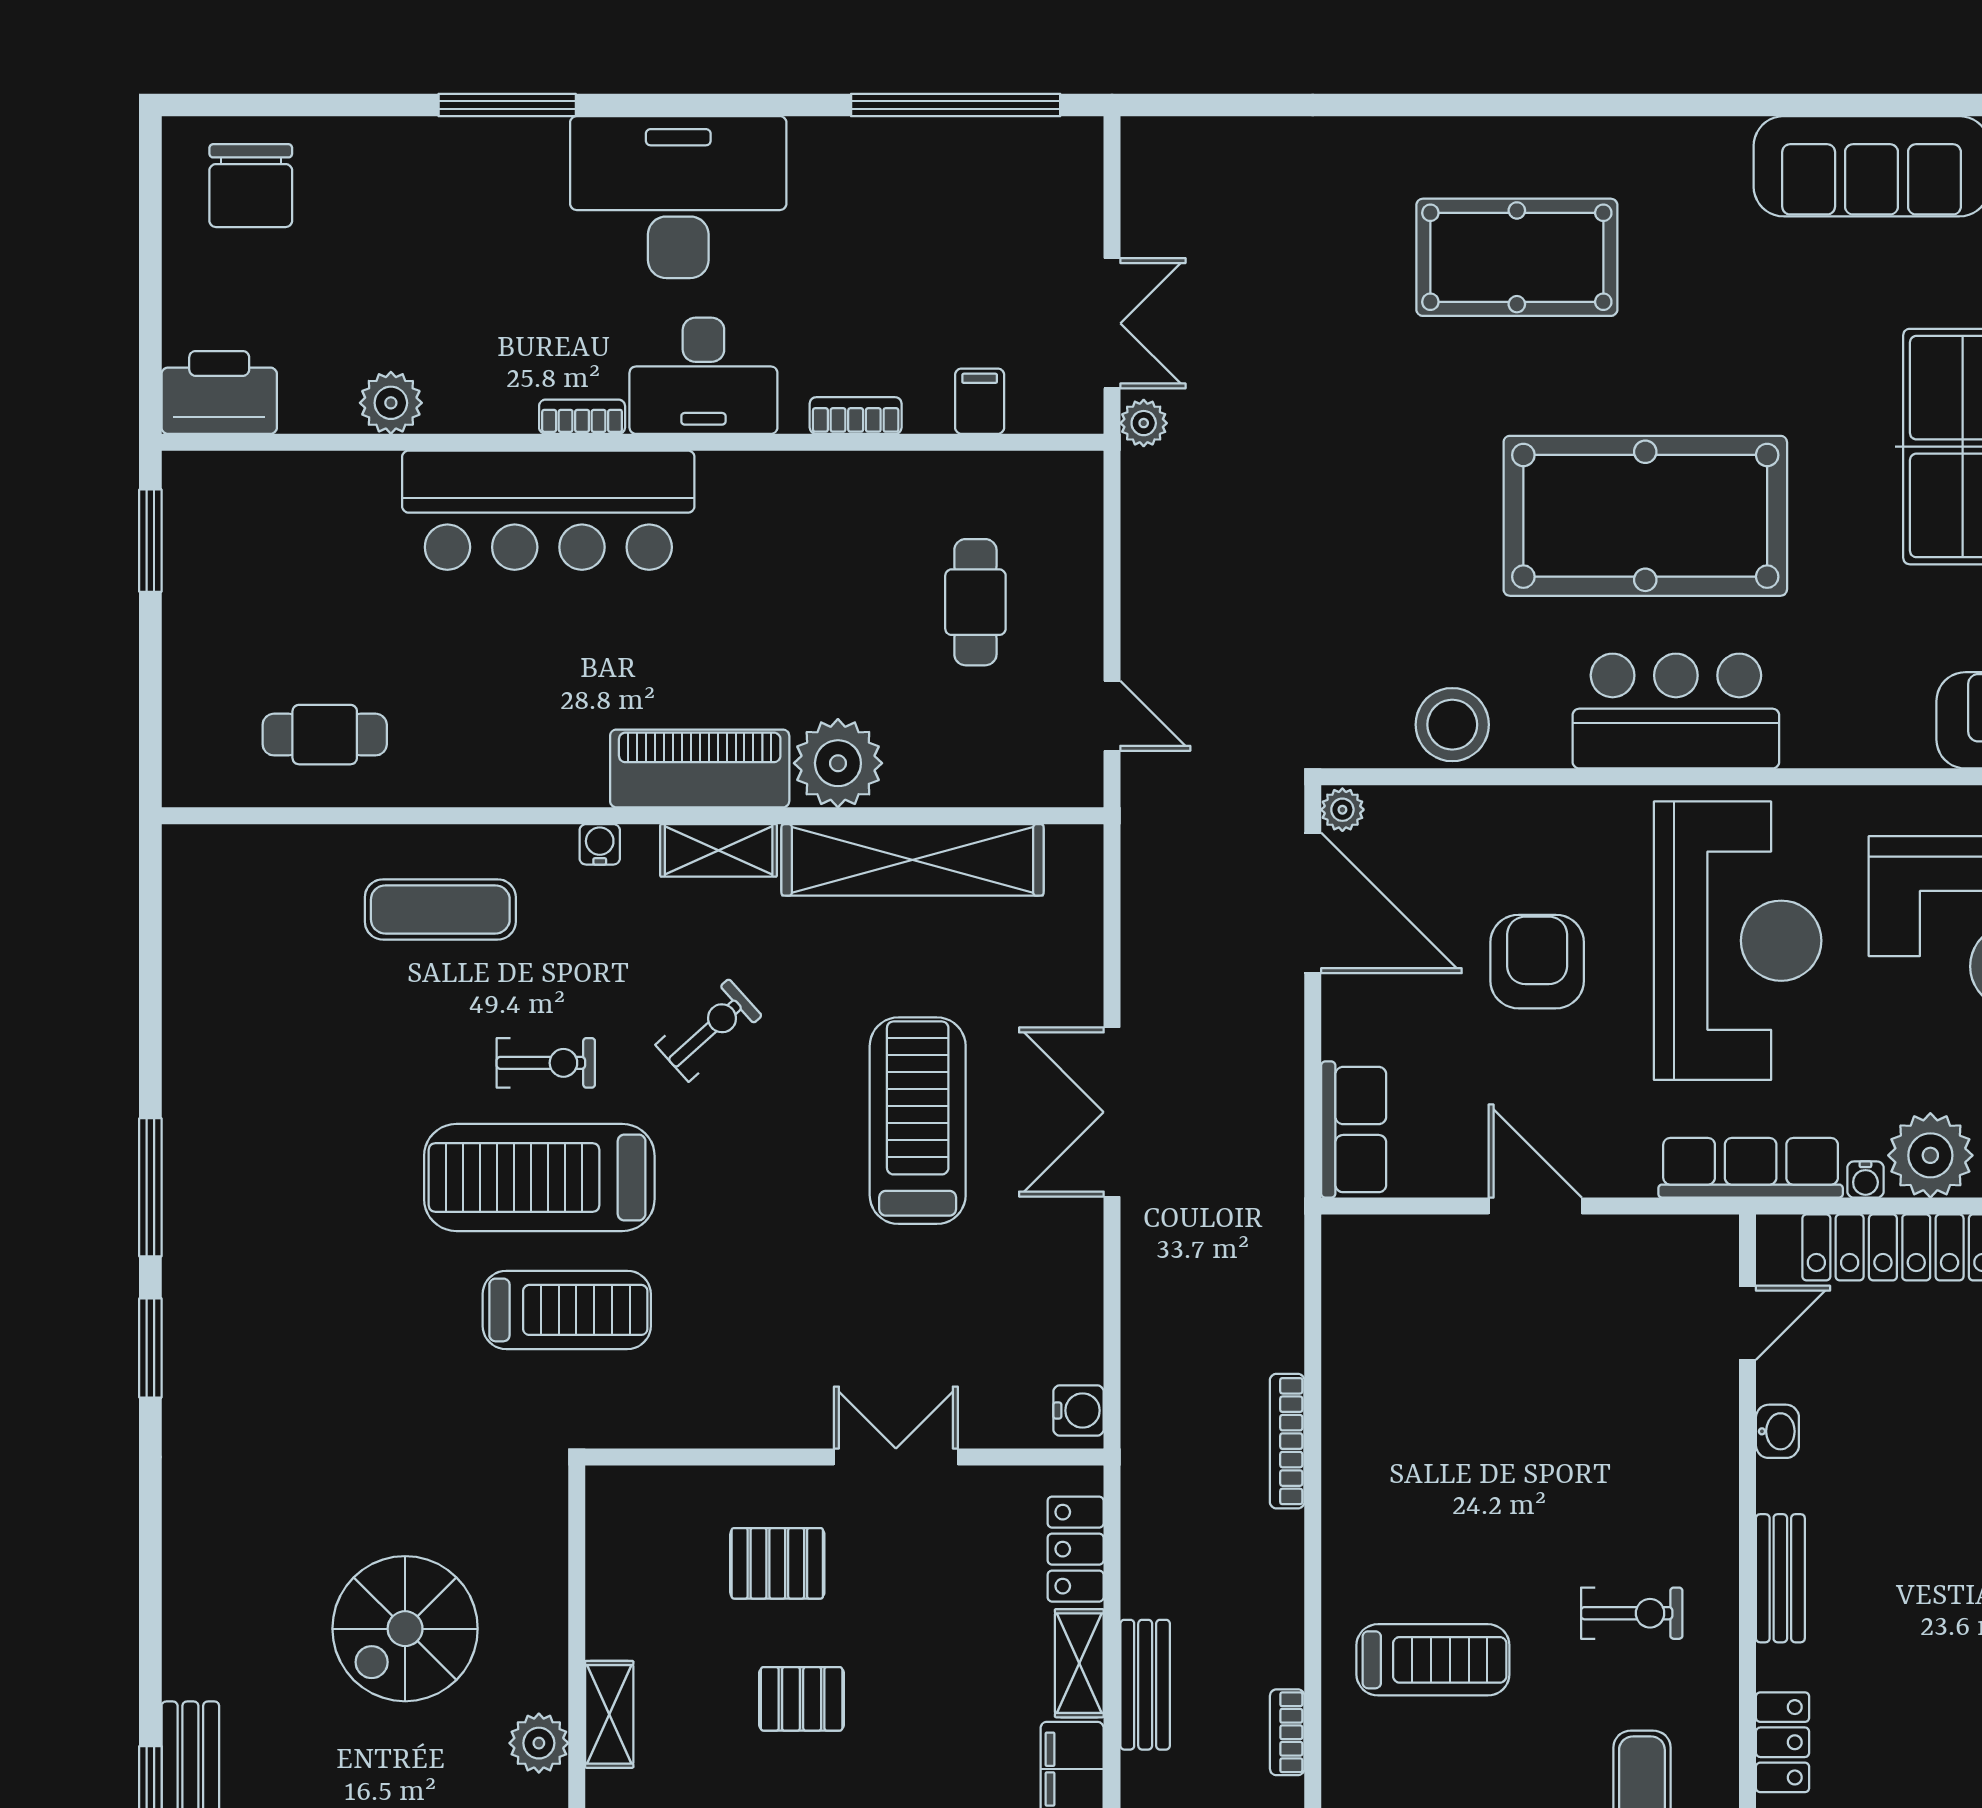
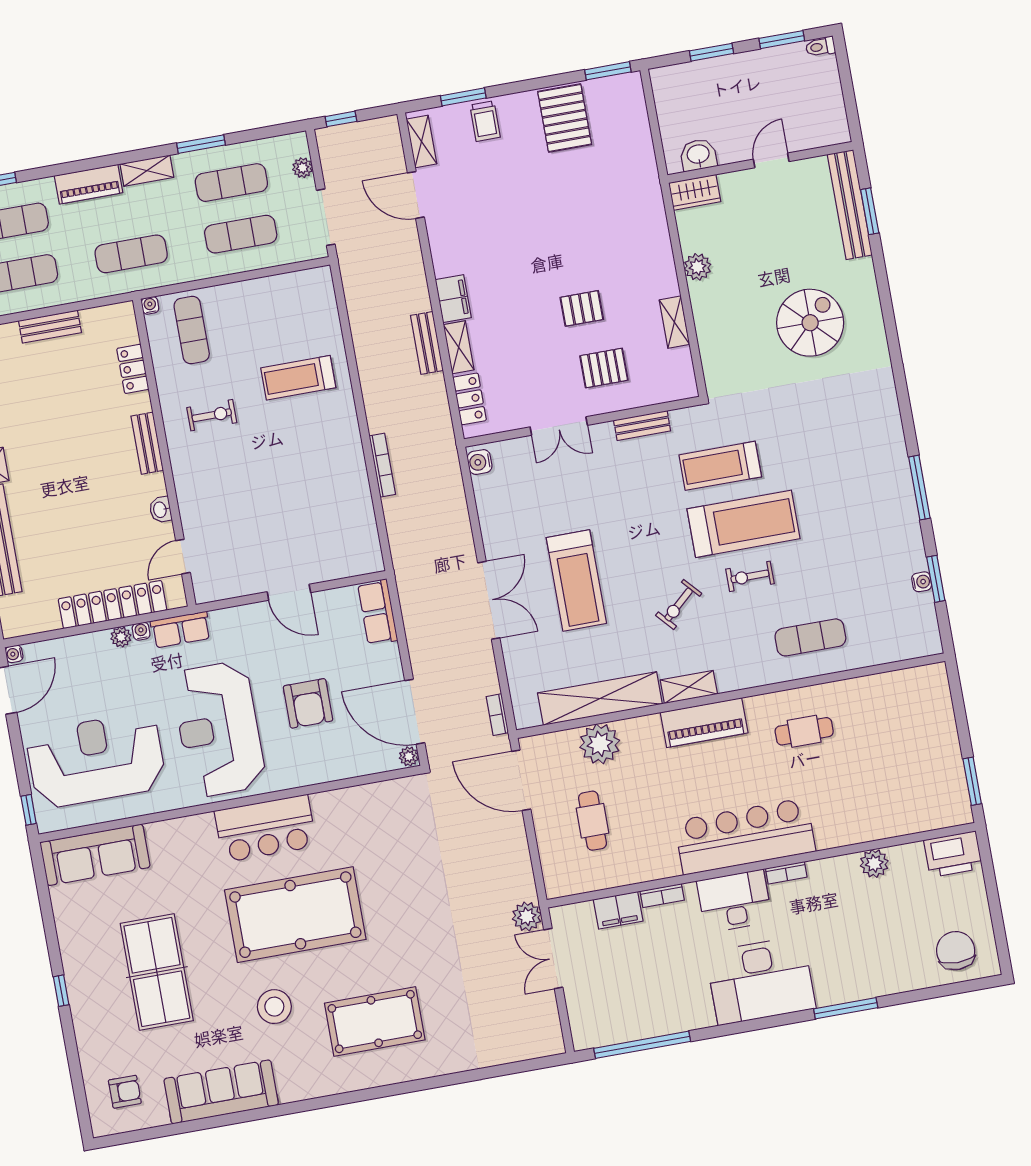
filing cabinet: (980, 401) -> (618, 910), width x2.00
plant: (1144, 423) -> (527, 916), width x1.38, depth x1.38
bar counter: (548, 510) -> (745, 836), moved
door: (1112, 716) -> (521, 780), width x1.88
stool: (1452, 725) -> (274, 1007), moved
cafe table: (325, 735) -> (804, 731), moved
plant: (838, 763) -> (600, 744), moved
water cooler: (600, 844) -> (922, 582), moved, turned -90
plant: (1930, 1155) -> (121, 637), width x0.53, depth x0.53
row of seats: (1751, 1168) -> (181, 630), width x0.68
window: (150, 1348) -> (936, 579), moved
bench: (718, 1426) -> (642, 426), added
exercise bike: (1632, 1613) -> (212, 415), turned 180
spiral stairs: (405, 1629) -> (810, 323), moved
shelving: (609, 1714) -> (674, 322), moved
bookcase: (1287, 1732) -> (497, 715), moved, turned 180

